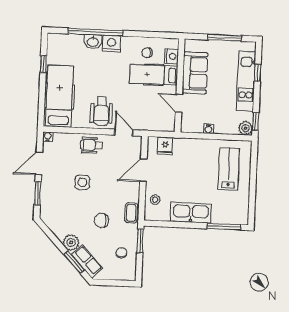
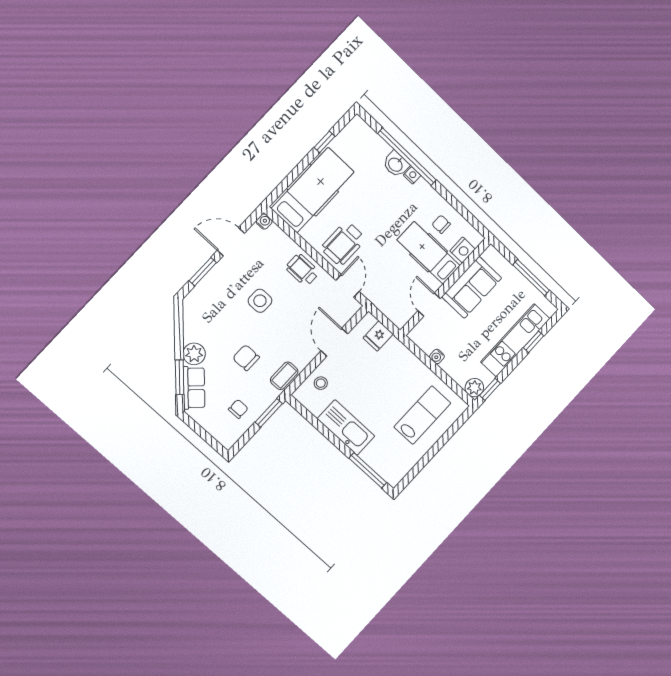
nightstand: (111, 44) -> (412, 175), width x0.53, depth x0.56
door: (143, 170) -> (334, 342), hinge flipped

